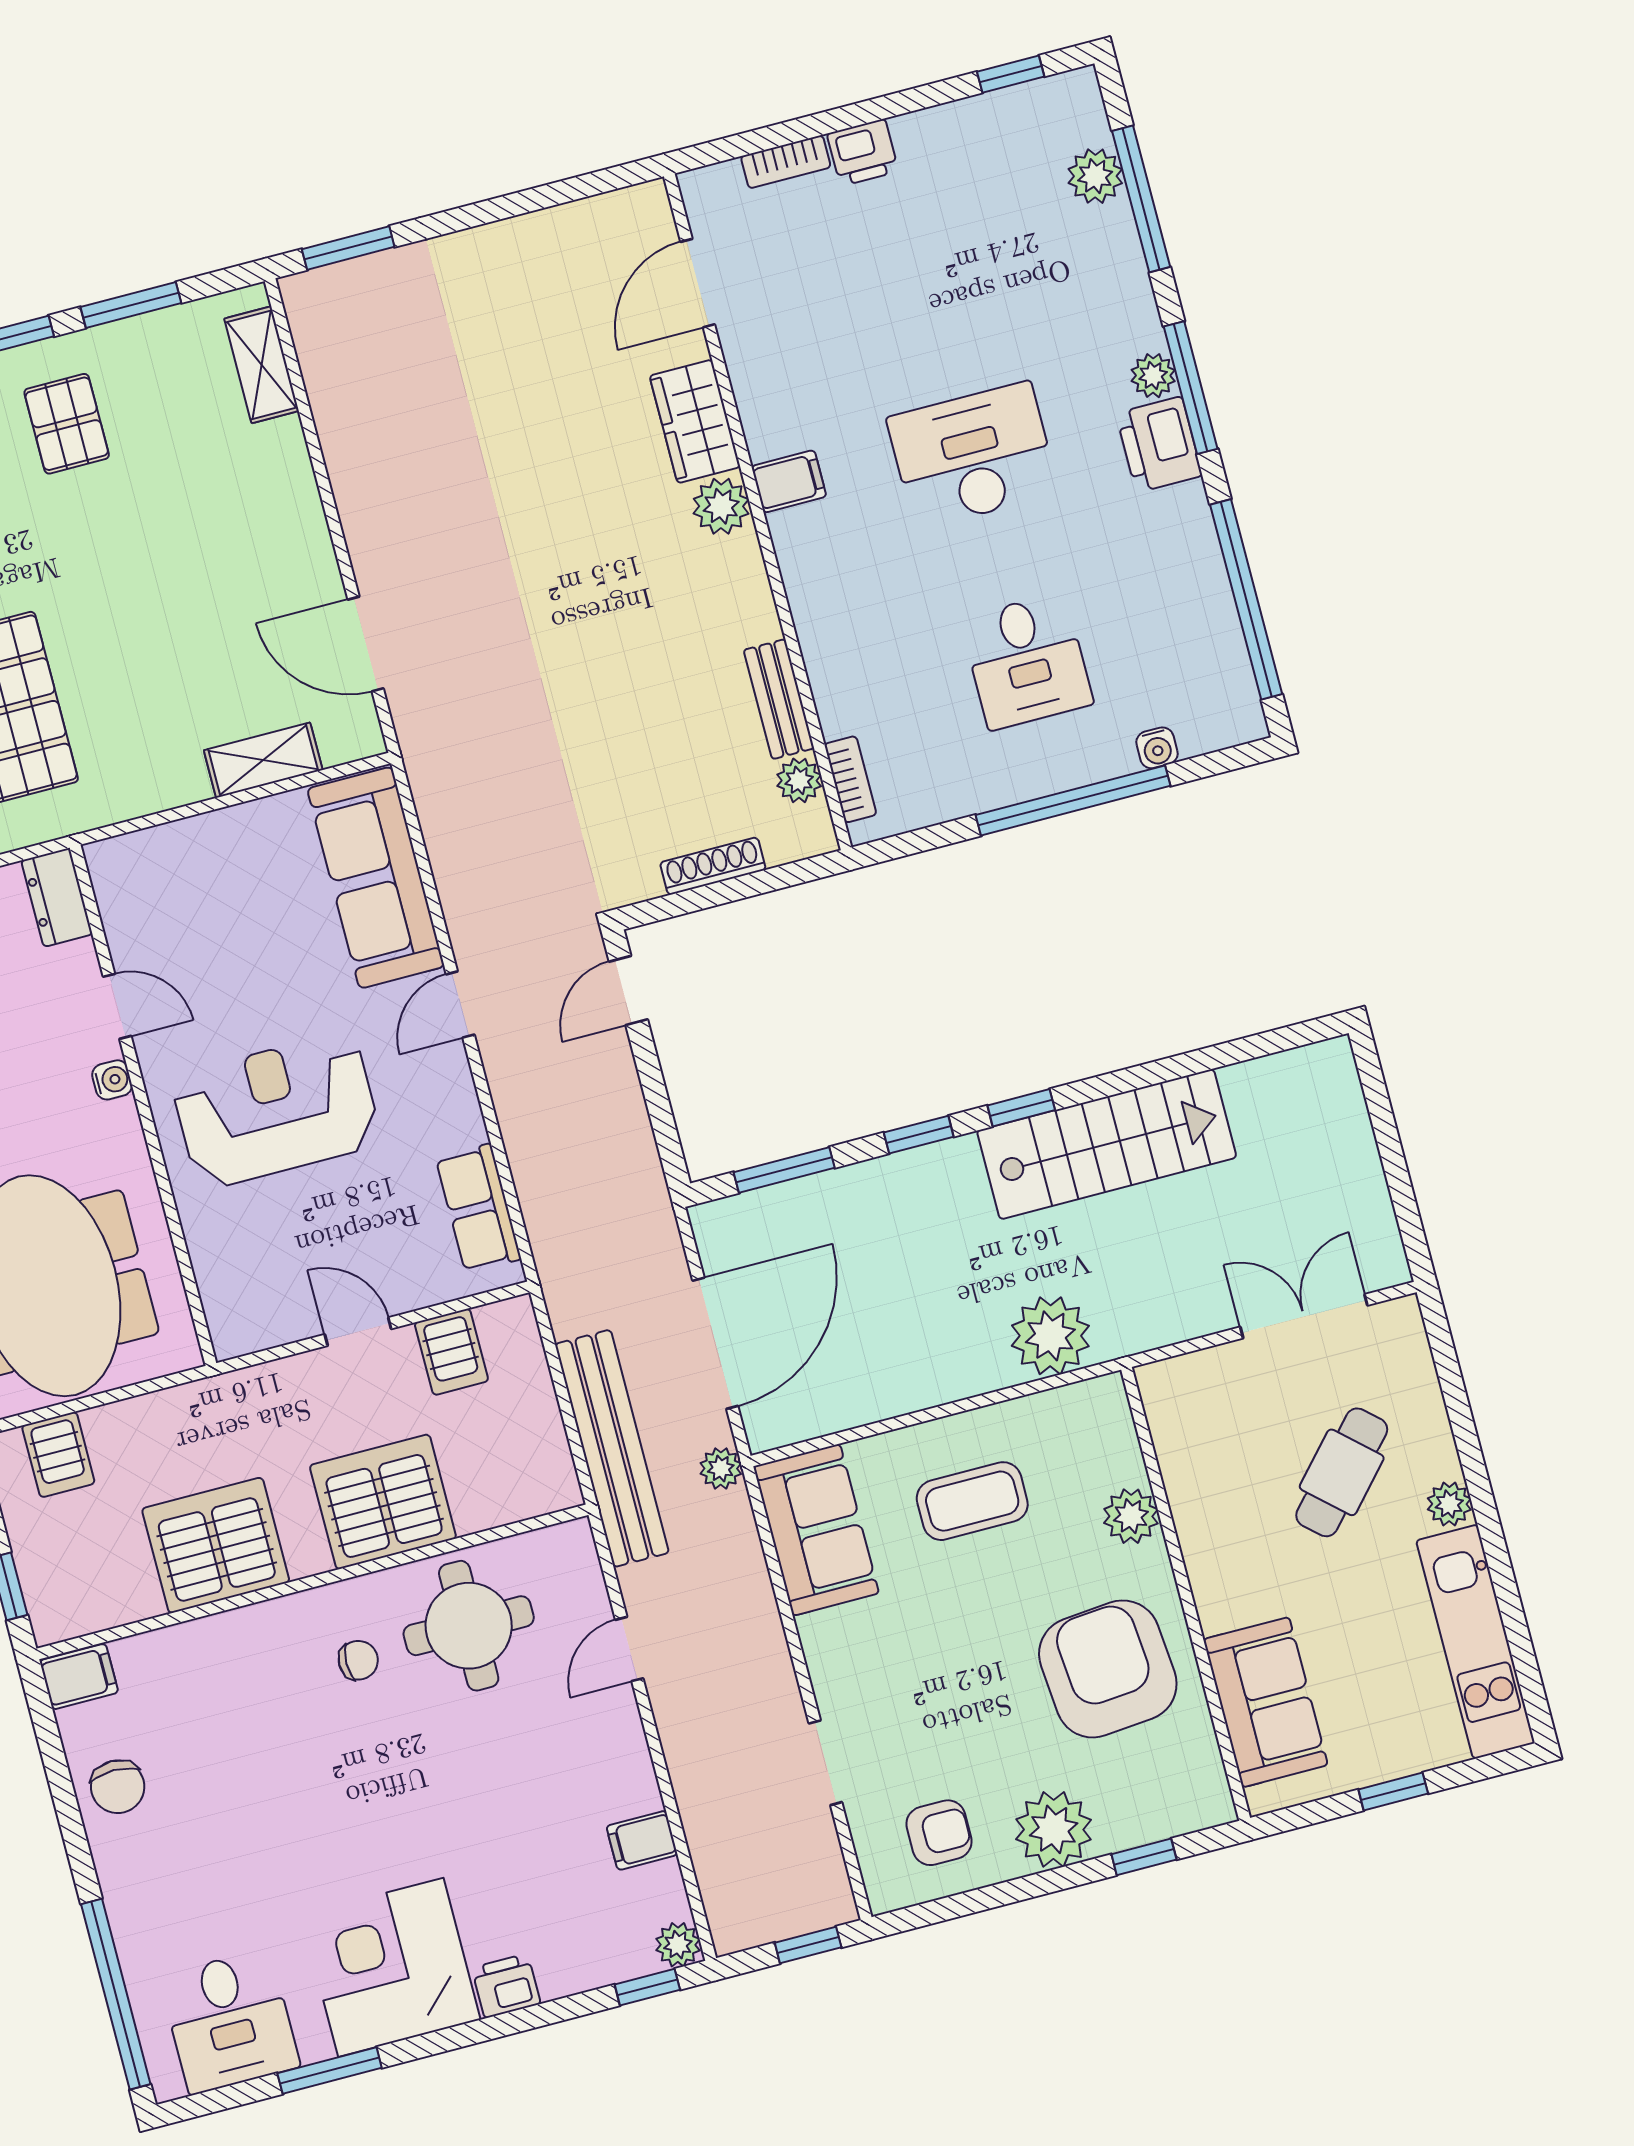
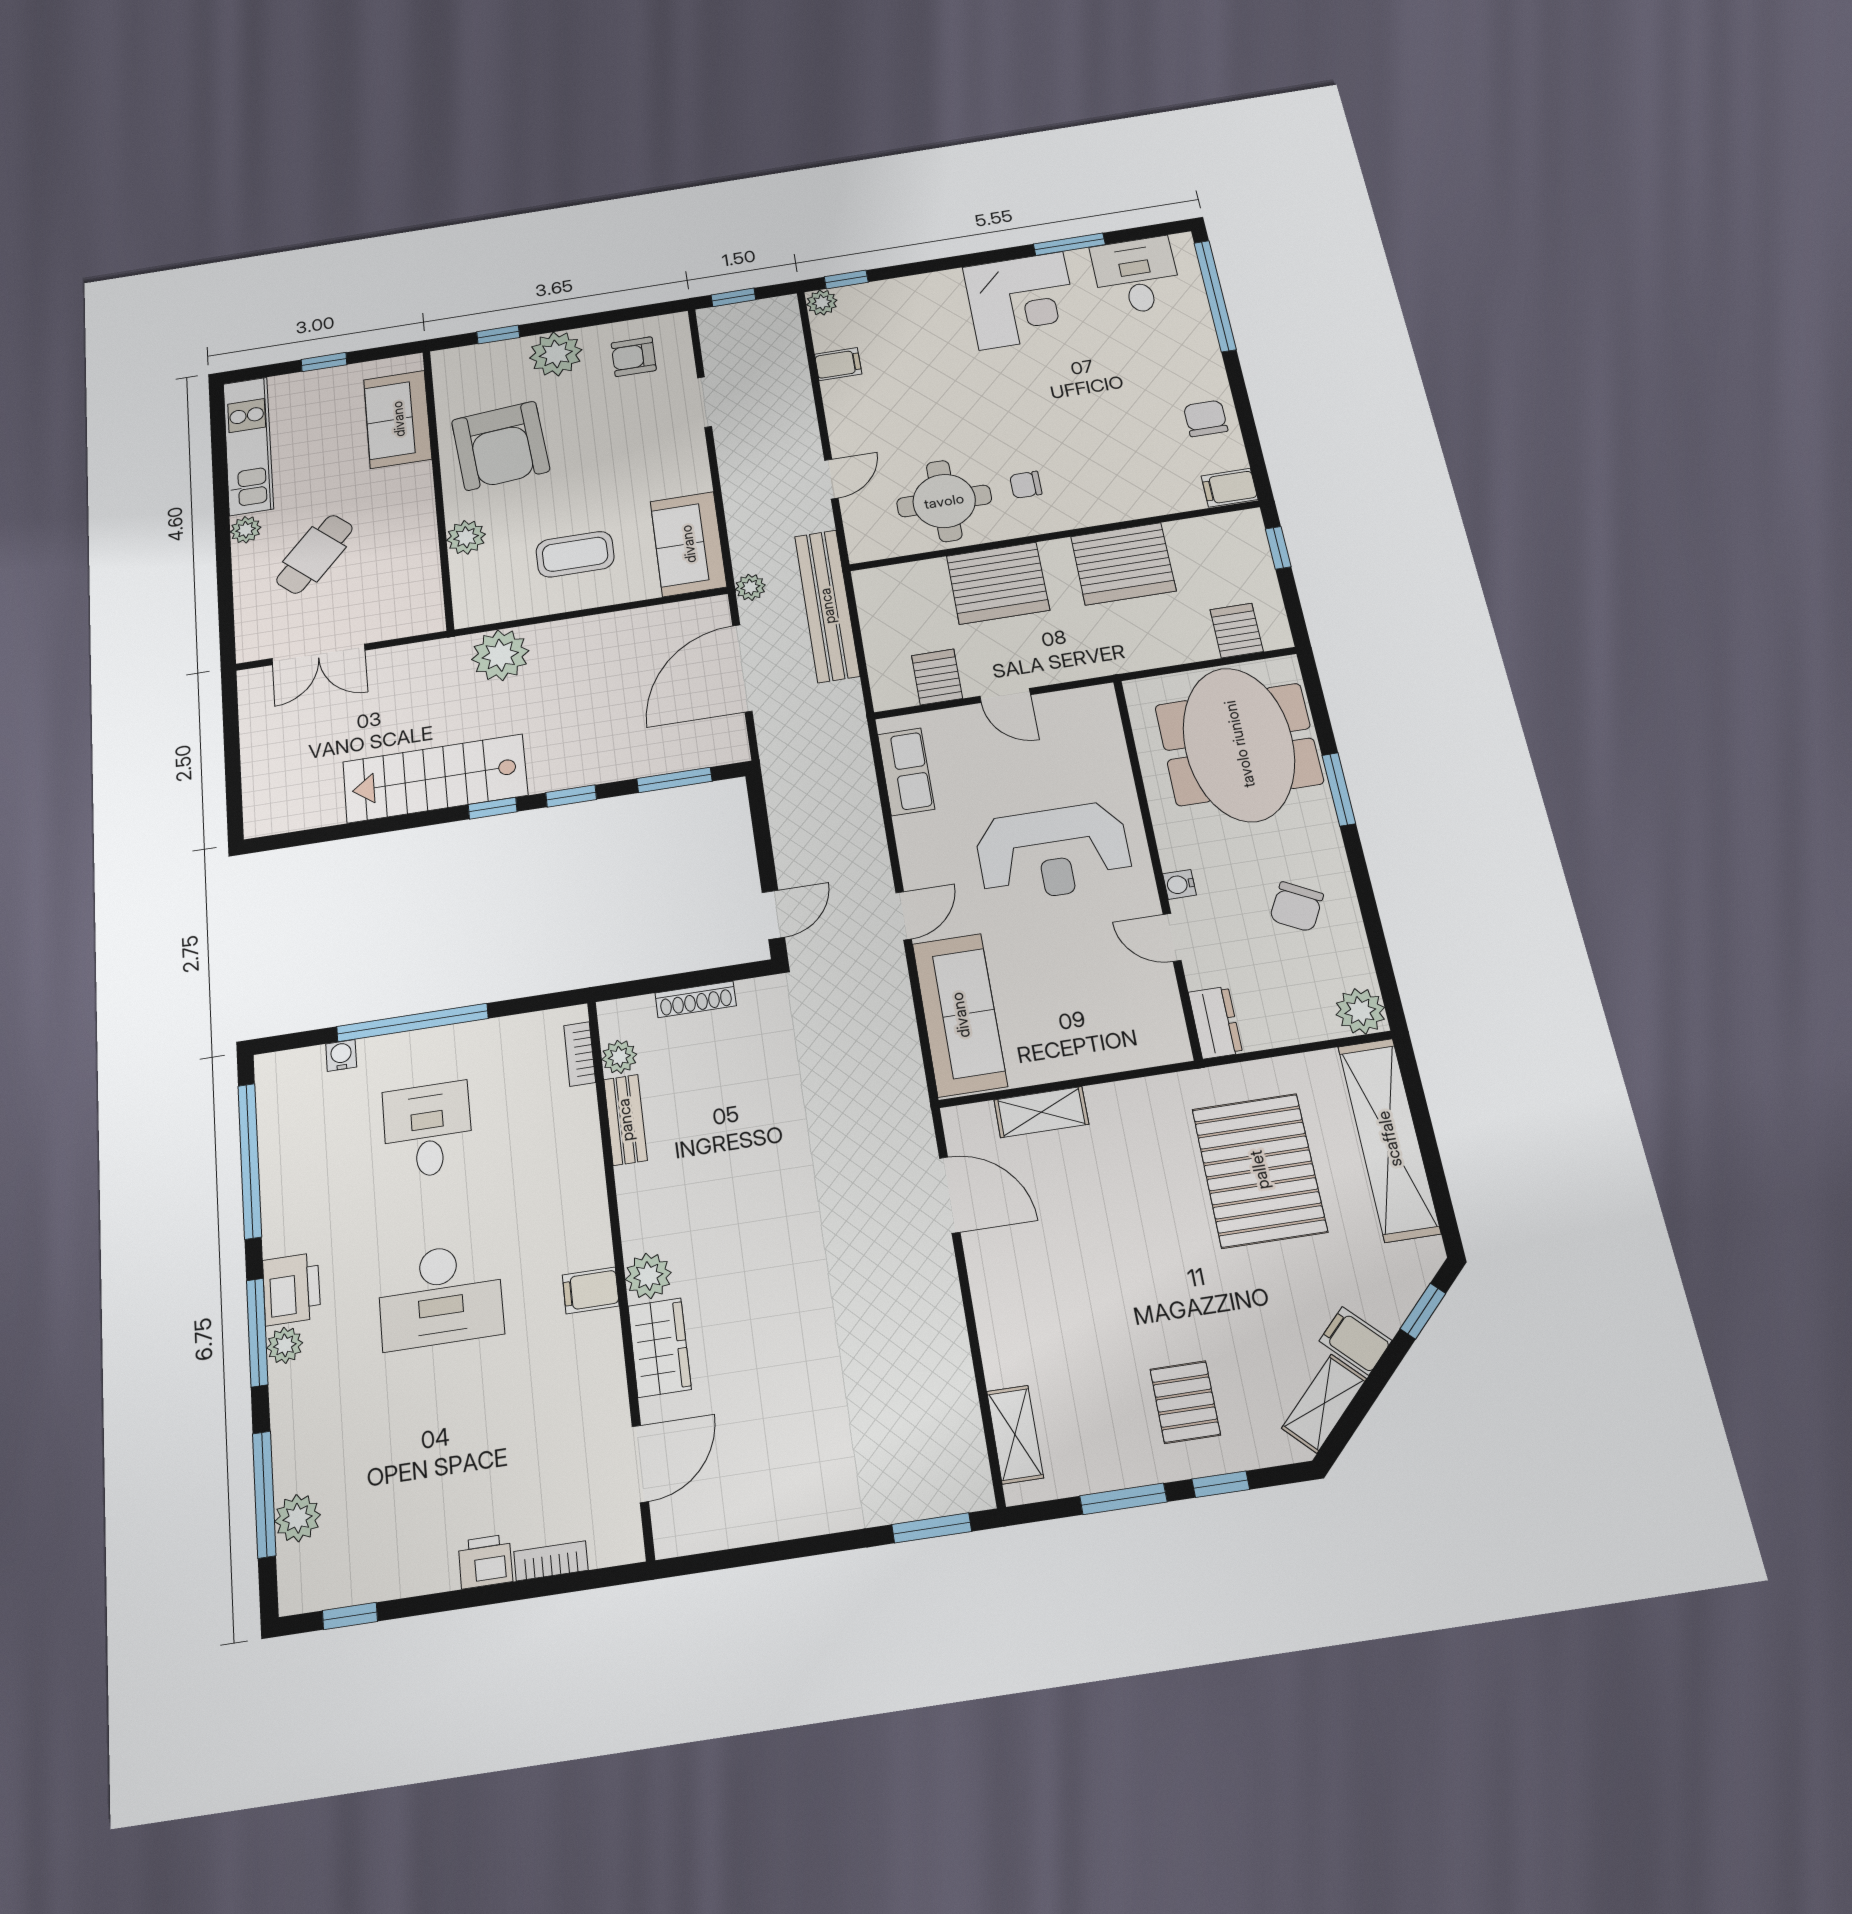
printer: (506, 1986) -> (943, 286), removed

